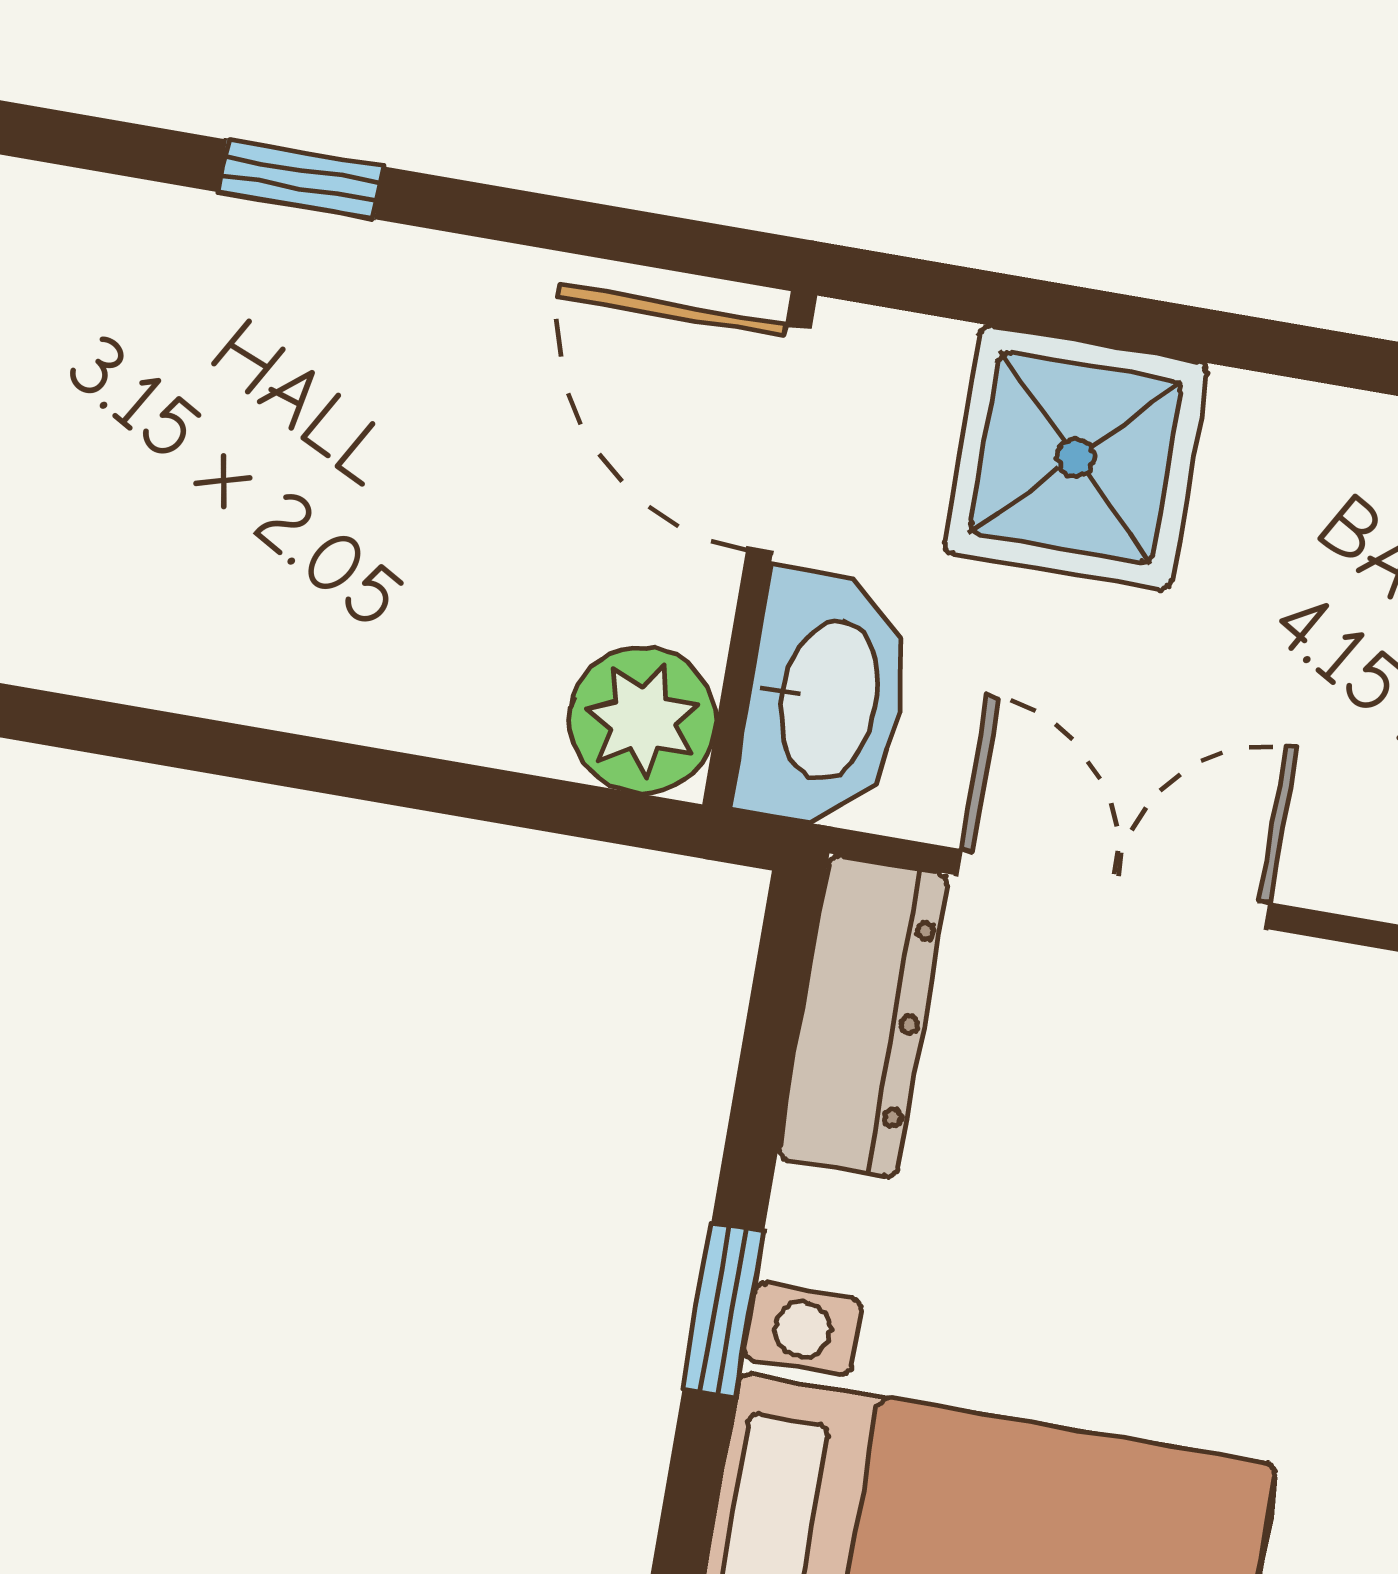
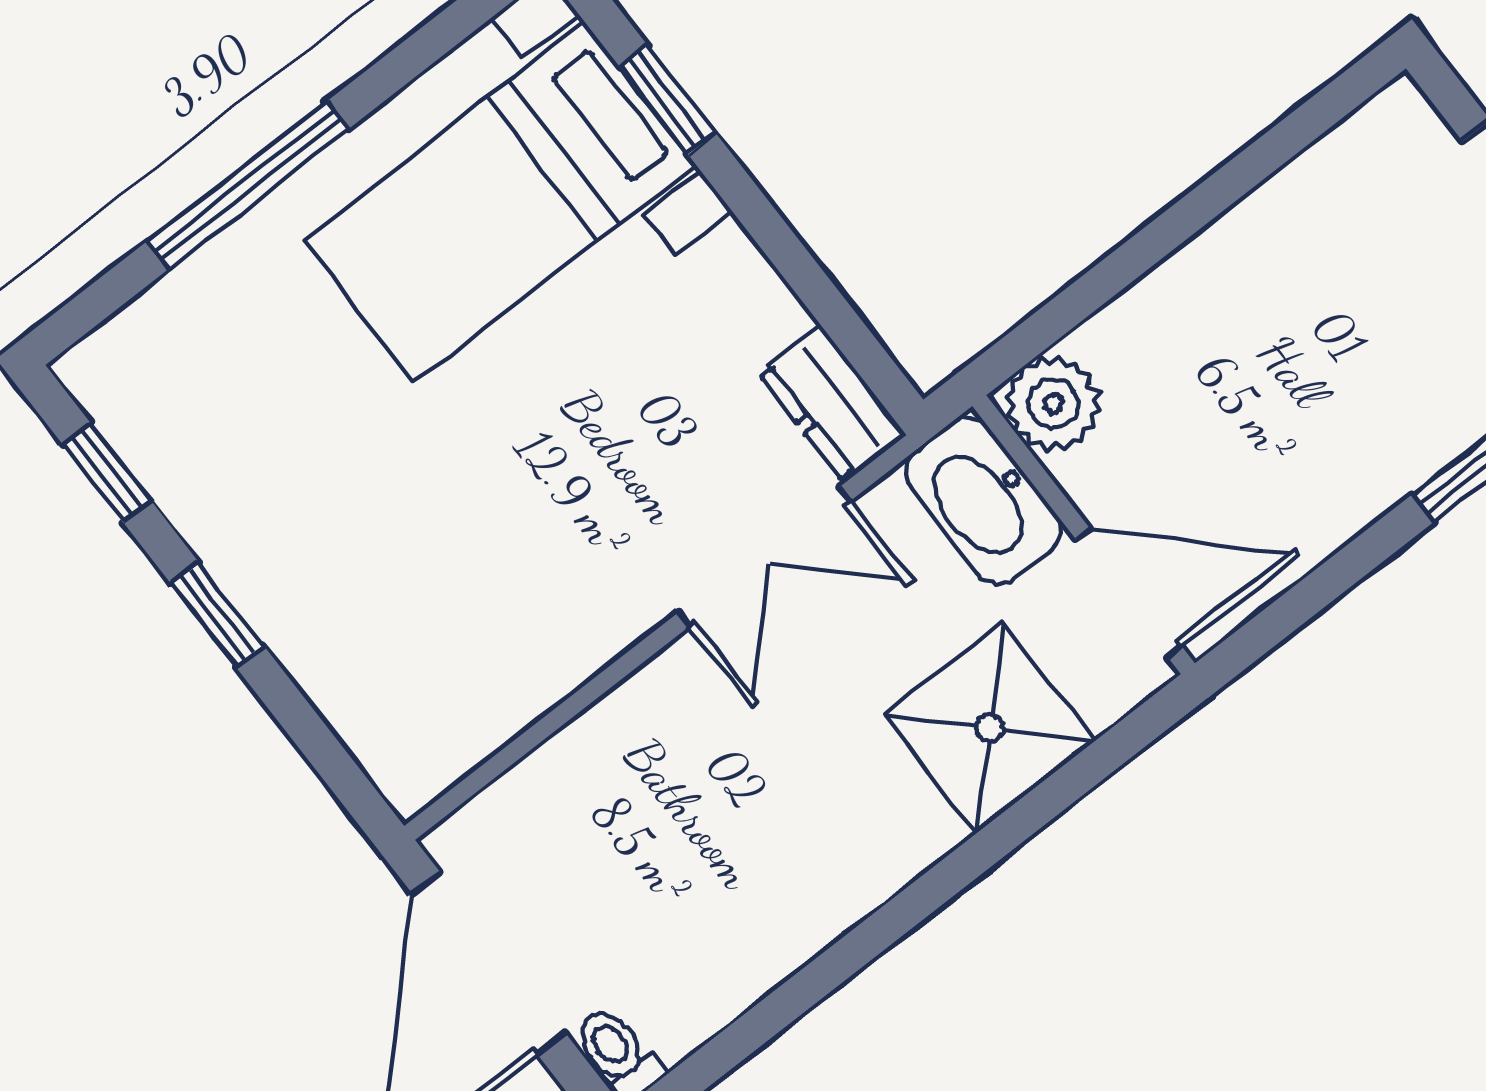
dresser: (863, 1016) -> (832, 404), width x0.70
window: (723, 1311) -> (668, 100), moved

